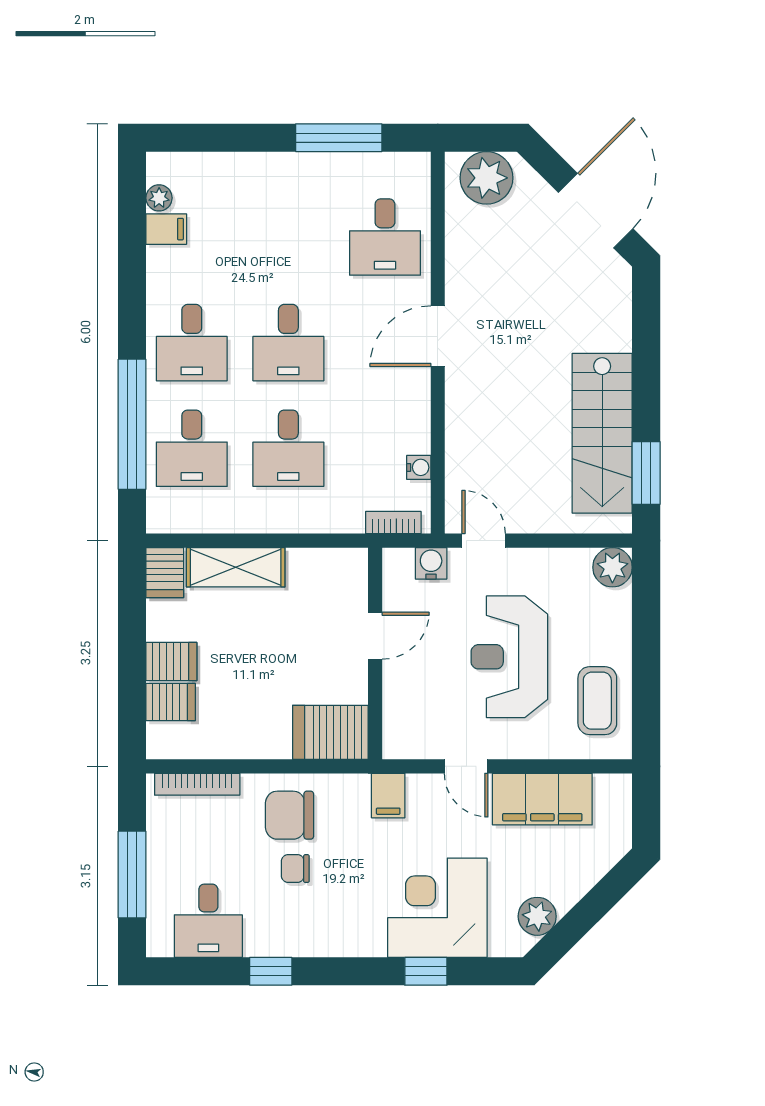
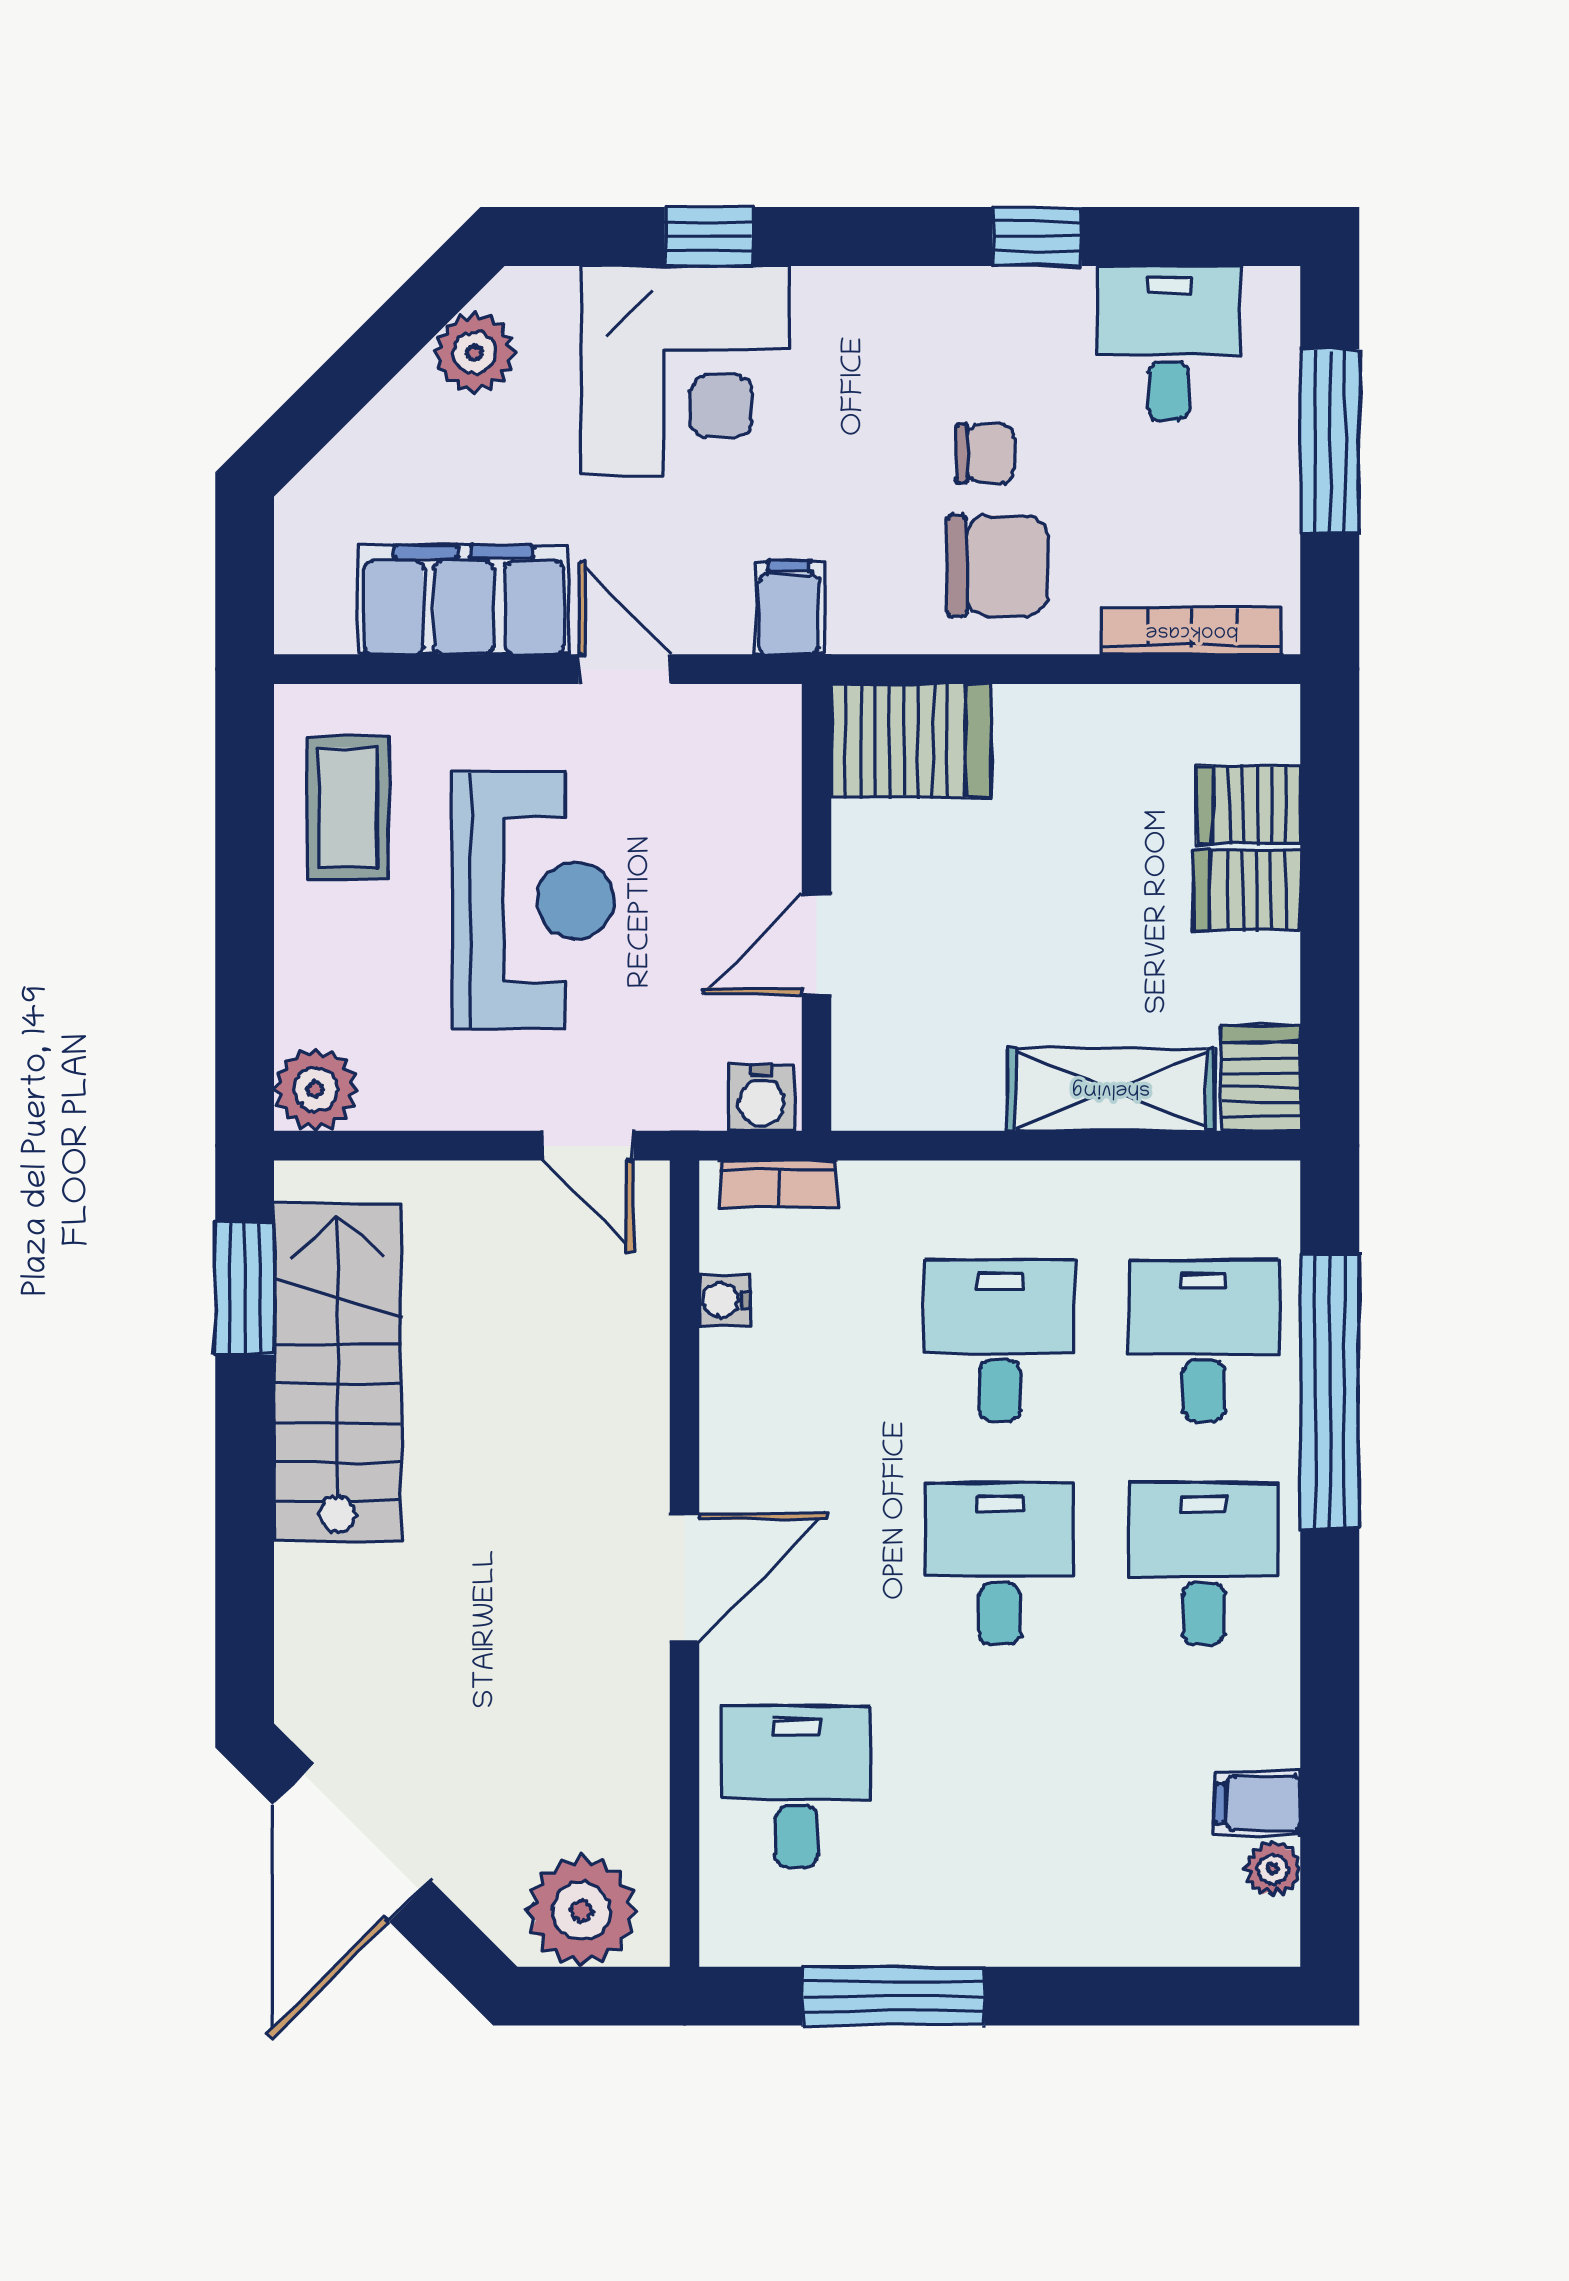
water cooler: (431, 563) -> (761, 1098), moved

